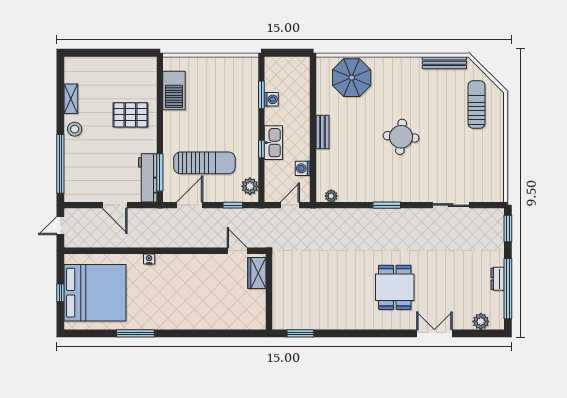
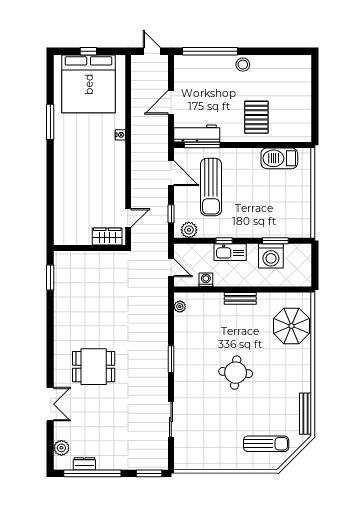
shelving: (71, 99) -> (272, 61), removed
washing machine: (271, 99) -> (271, 256), width x1.89, depth x1.89
dresser: (498, 279) -> (84, 464), moved

